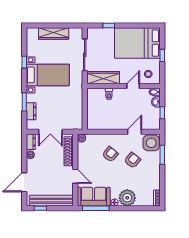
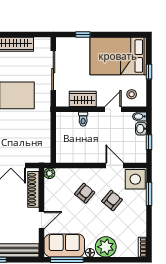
wardrobe: (103, 78) -> (83, 99), width x0.67
door: (135, 132) -> (115, 165), hinge flipped
door: (75, 176) -> (42, 220), hinge flipped

